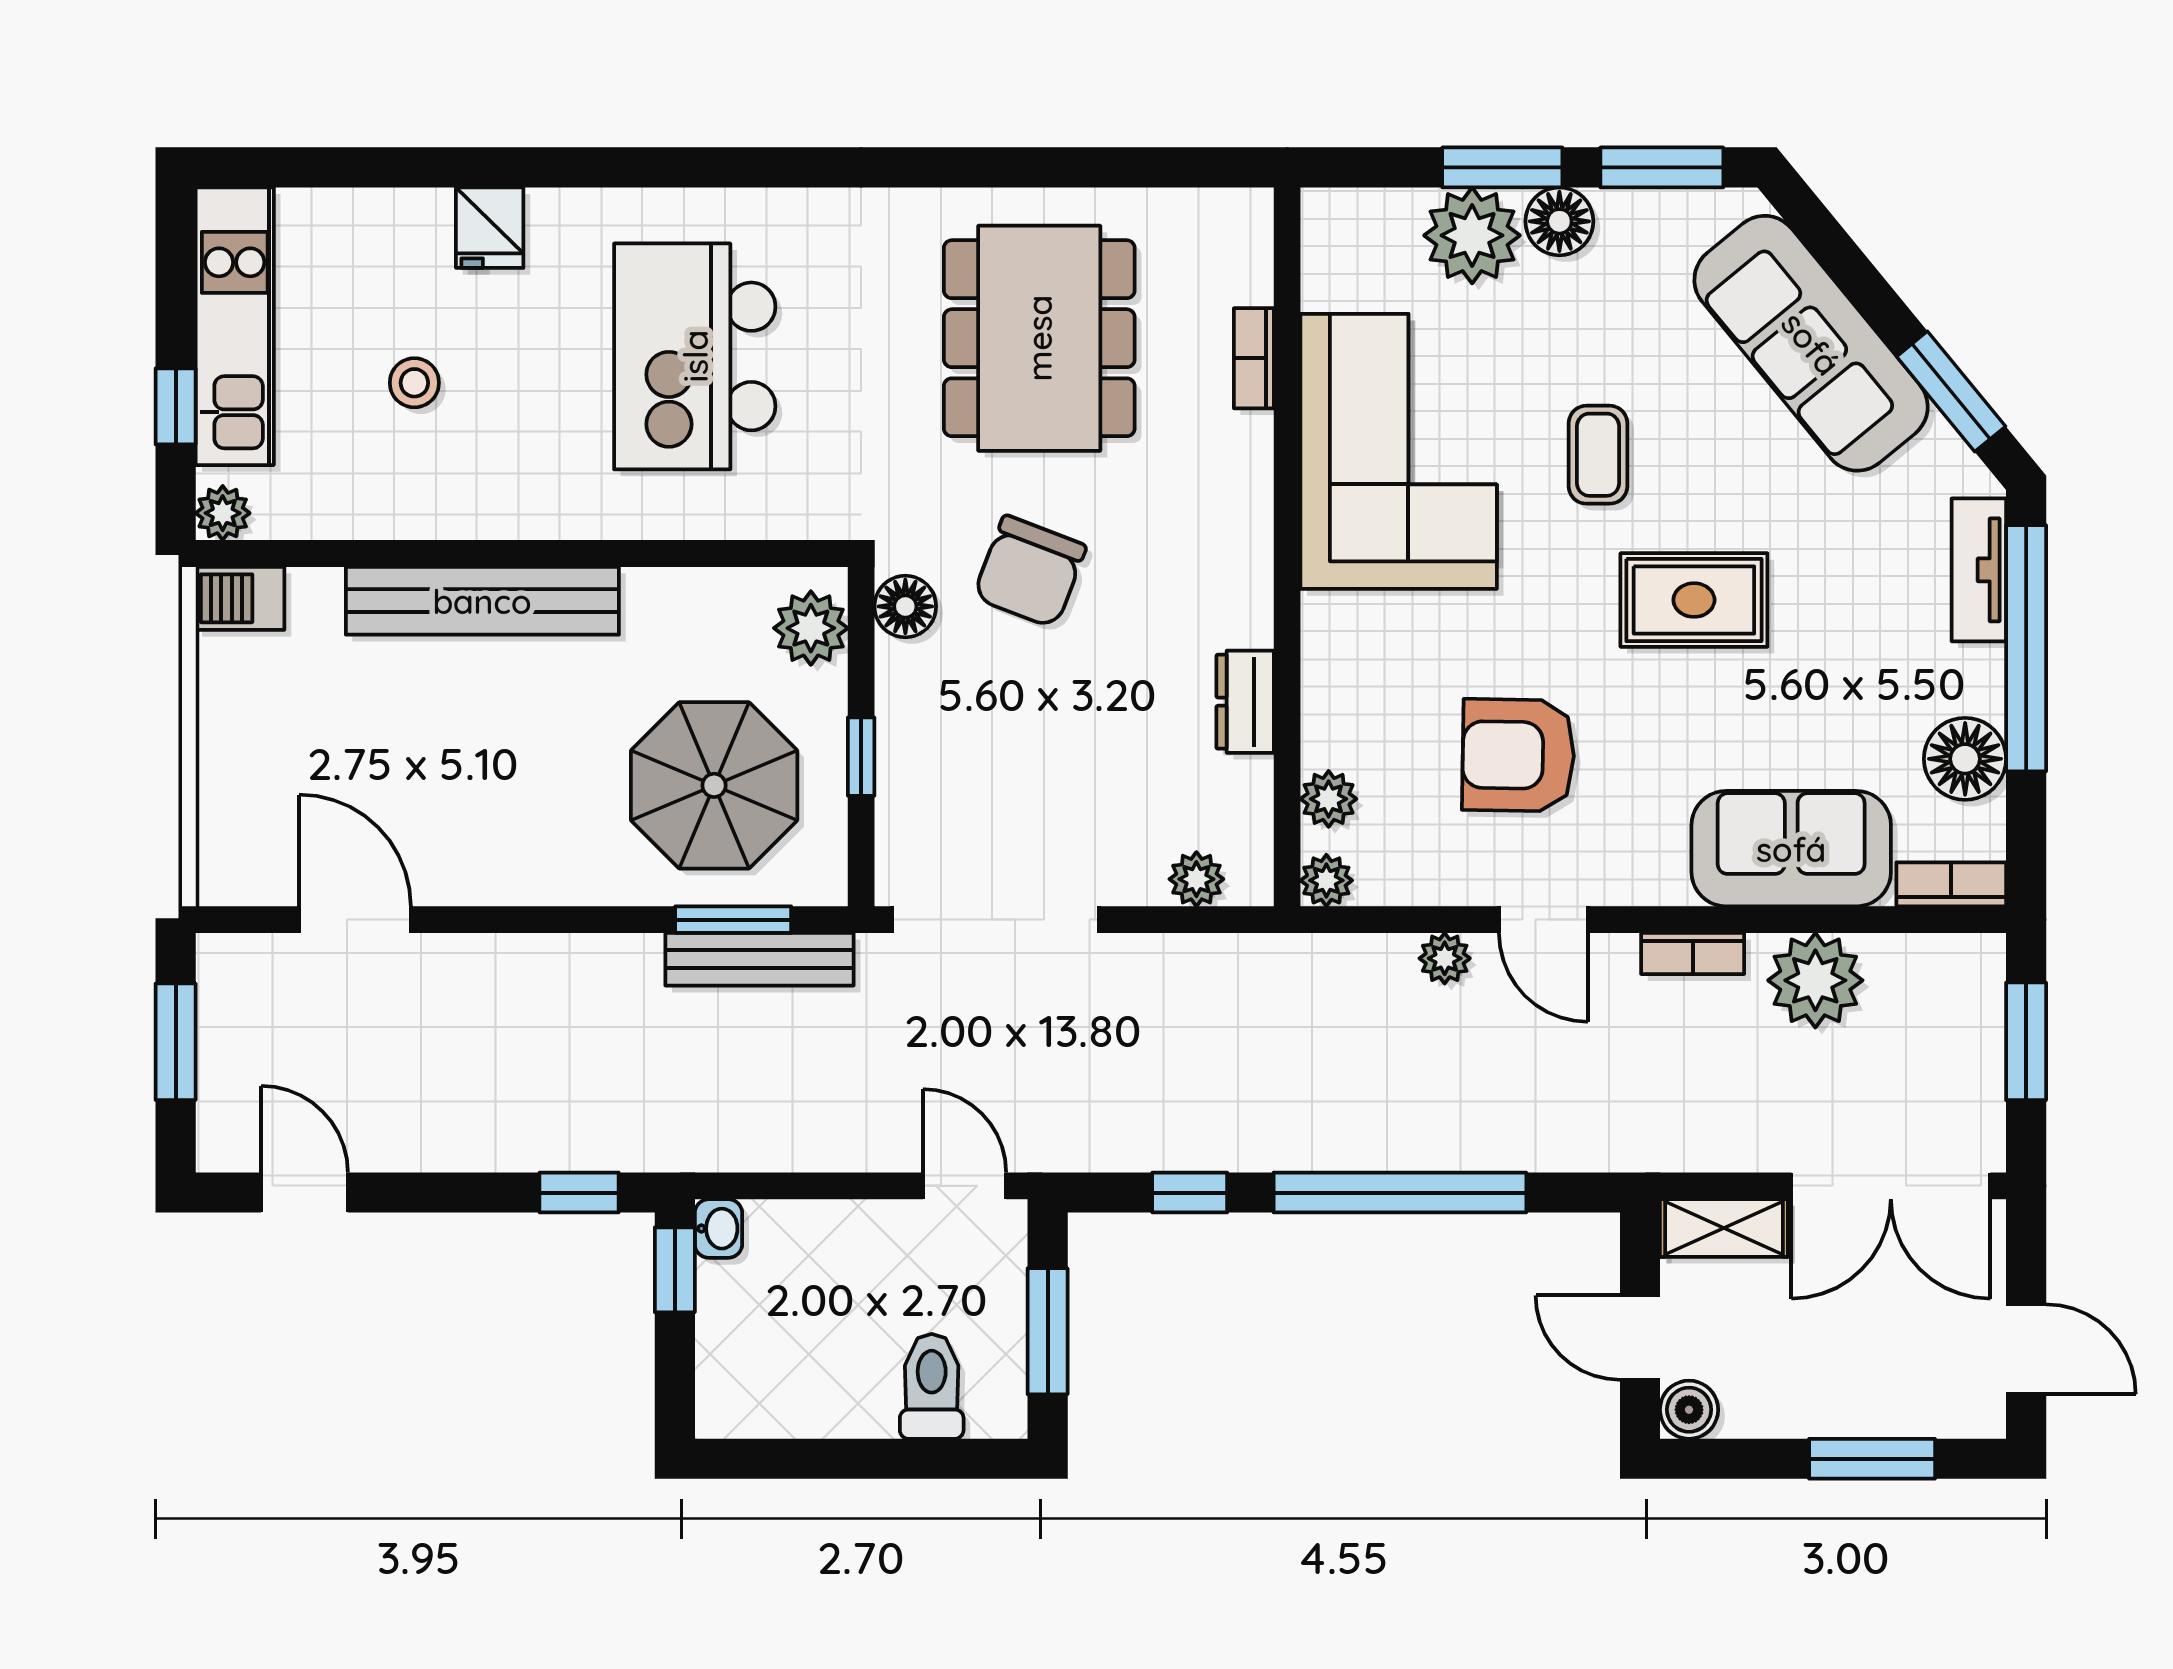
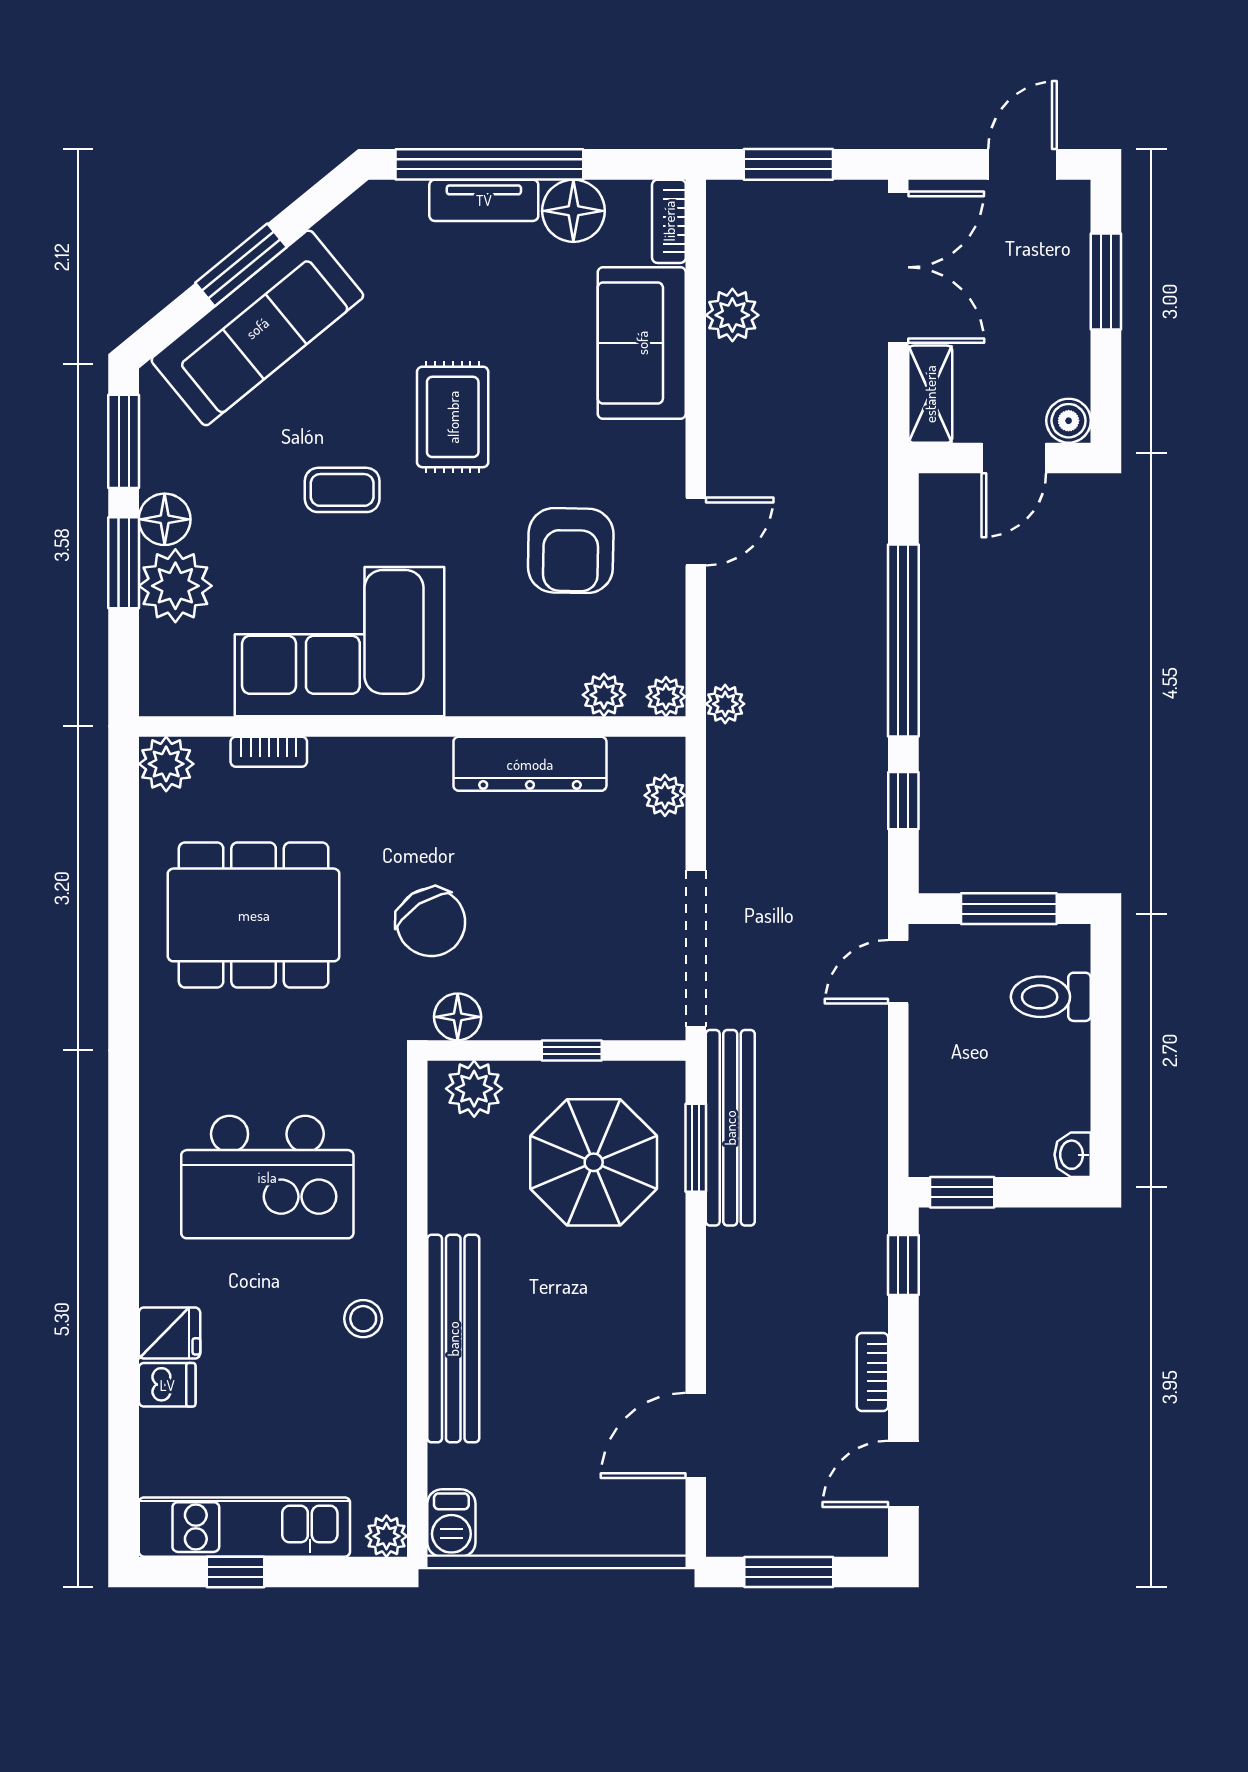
plant: (1238, 223) -> (166, 764), added
dishwasher: (422, 225) -> (167, 1385), added
stool: (414, 383) -> (363, 1319), moved
window: (1951, 391) -> (241, 265), moved
window: (176, 406) -> (236, 1572), moved
tv unit: (1979, 570) -> (484, 200), moved
chair: (1030, 572) -> (431, 922), turned 36
dresser: (1245, 702) -> (530, 764), width x1.96, depth x1.24
bookcase: (1693, 954) -> (872, 1372), moved, turned 180
plant: (1445, 958) -> (725, 704), moved
bench: (759, 959) -> (730, 1128), width x1.37, depth x1.21
plant: (1815, 980) -> (732, 315), width x0.73, depth x0.73
washbasin: (719, 1229) -> (1073, 1155), moved, turned -90

